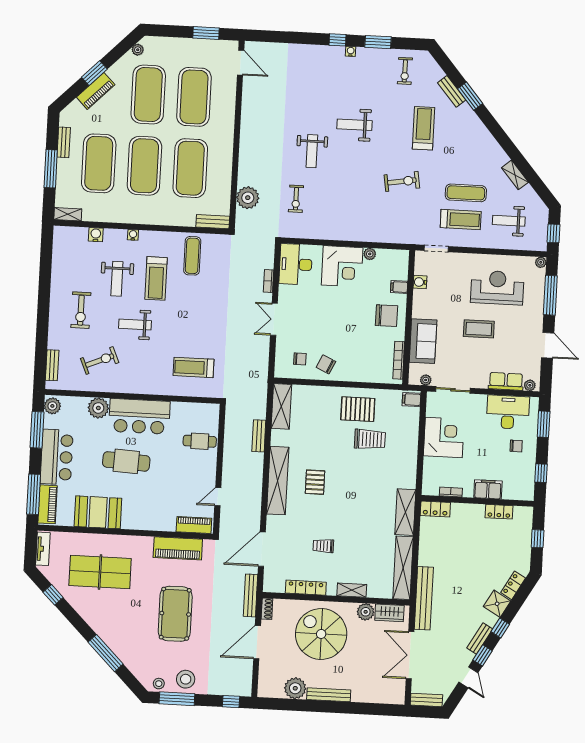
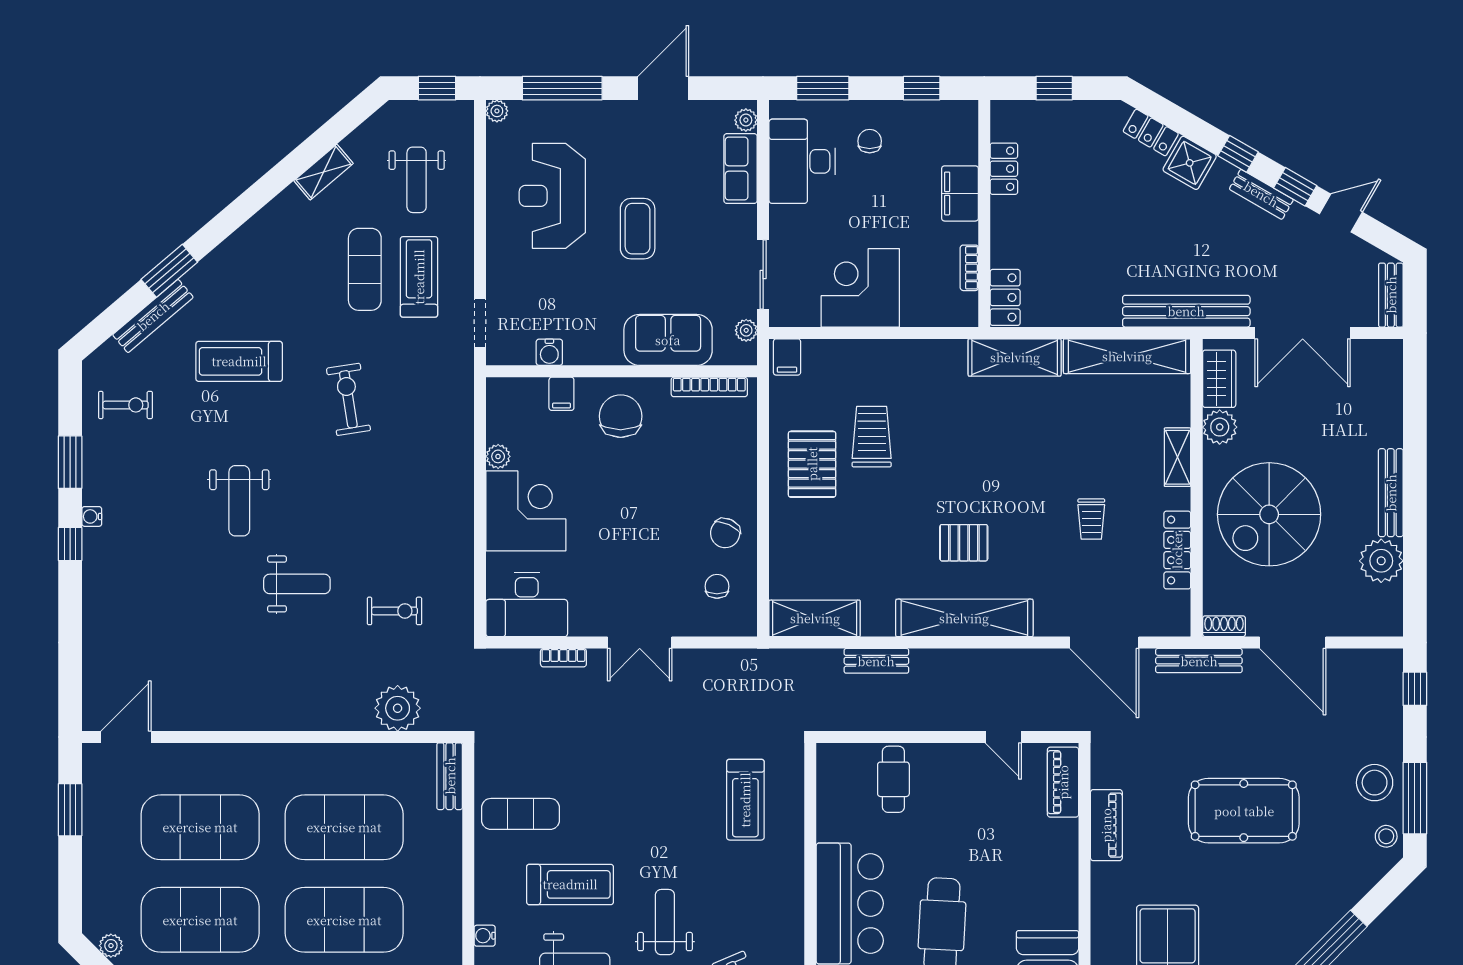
bench: (452, 91) -> (153, 316), width x1.36
weight bench: (135, 324) -> (665, 922), turned 180
piano: (178, 548) -> (1106, 825), width x0.73, depth x0.75

